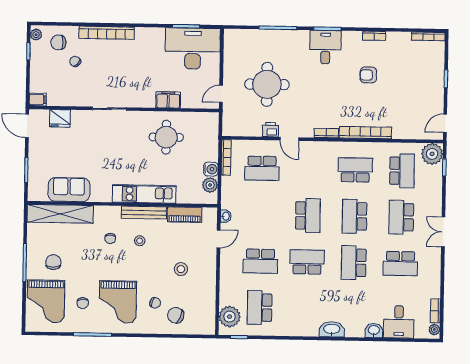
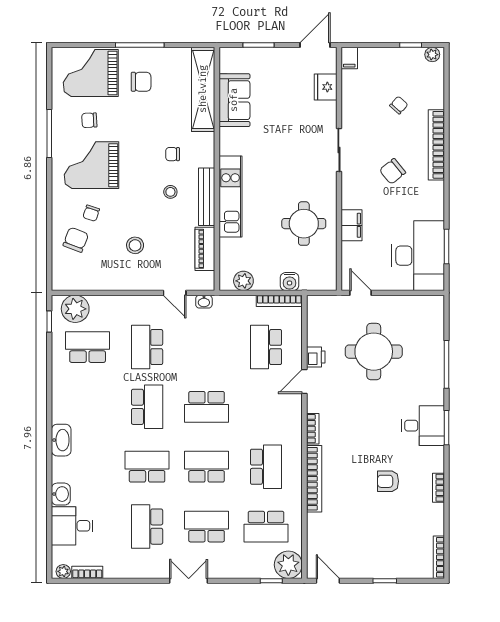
chair: (58, 42) -> (393, 171), moved, turned -129
armchair: (368, 75) -> (388, 481), turned -90
water cooler: (211, 169) -> (290, 282), moved

